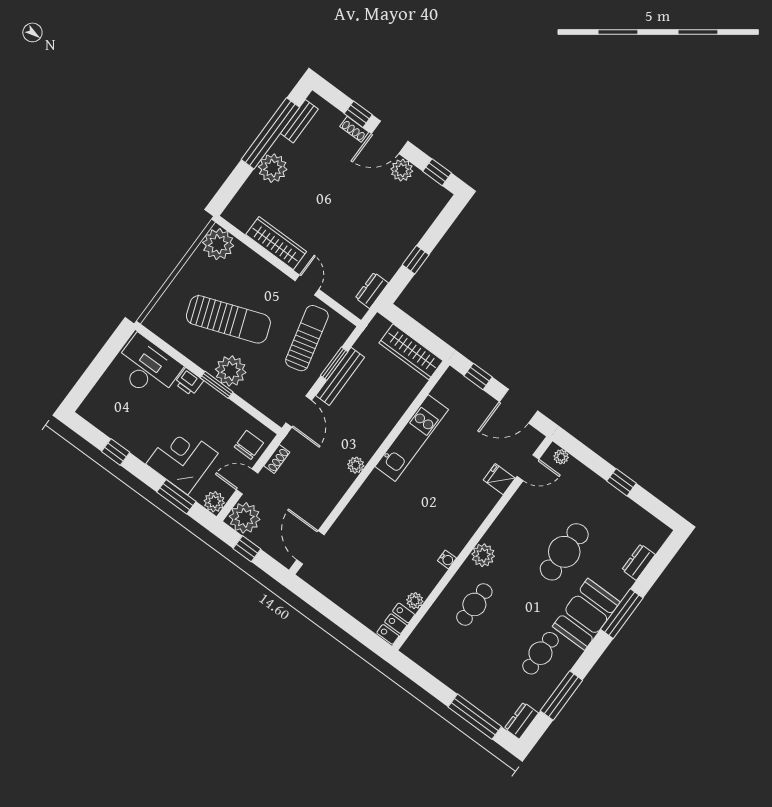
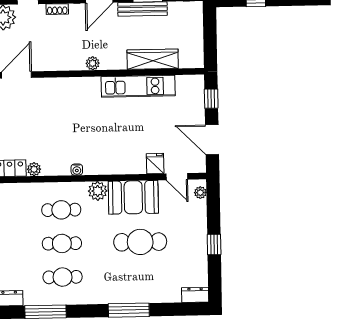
wardrobe: (411, 352) -> (153, 59), moved, turned 90
dresser: (638, 562) -> (195, 295), moved
booth: (586, 614) -> (133, 197), moved
cafe table: (507, 629) -> (62, 243), added

